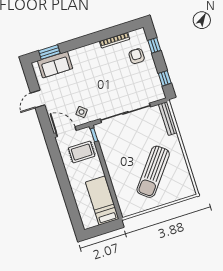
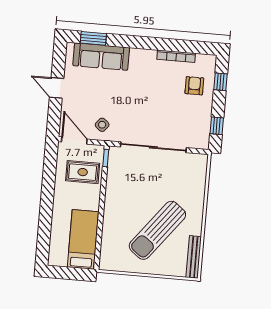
sofa: (55, 65) -> (101, 57), width x1.36
door: (38, 99) -> (57, 88), hinge flipped
bench: (168, 119) -> (194, 257), moved

